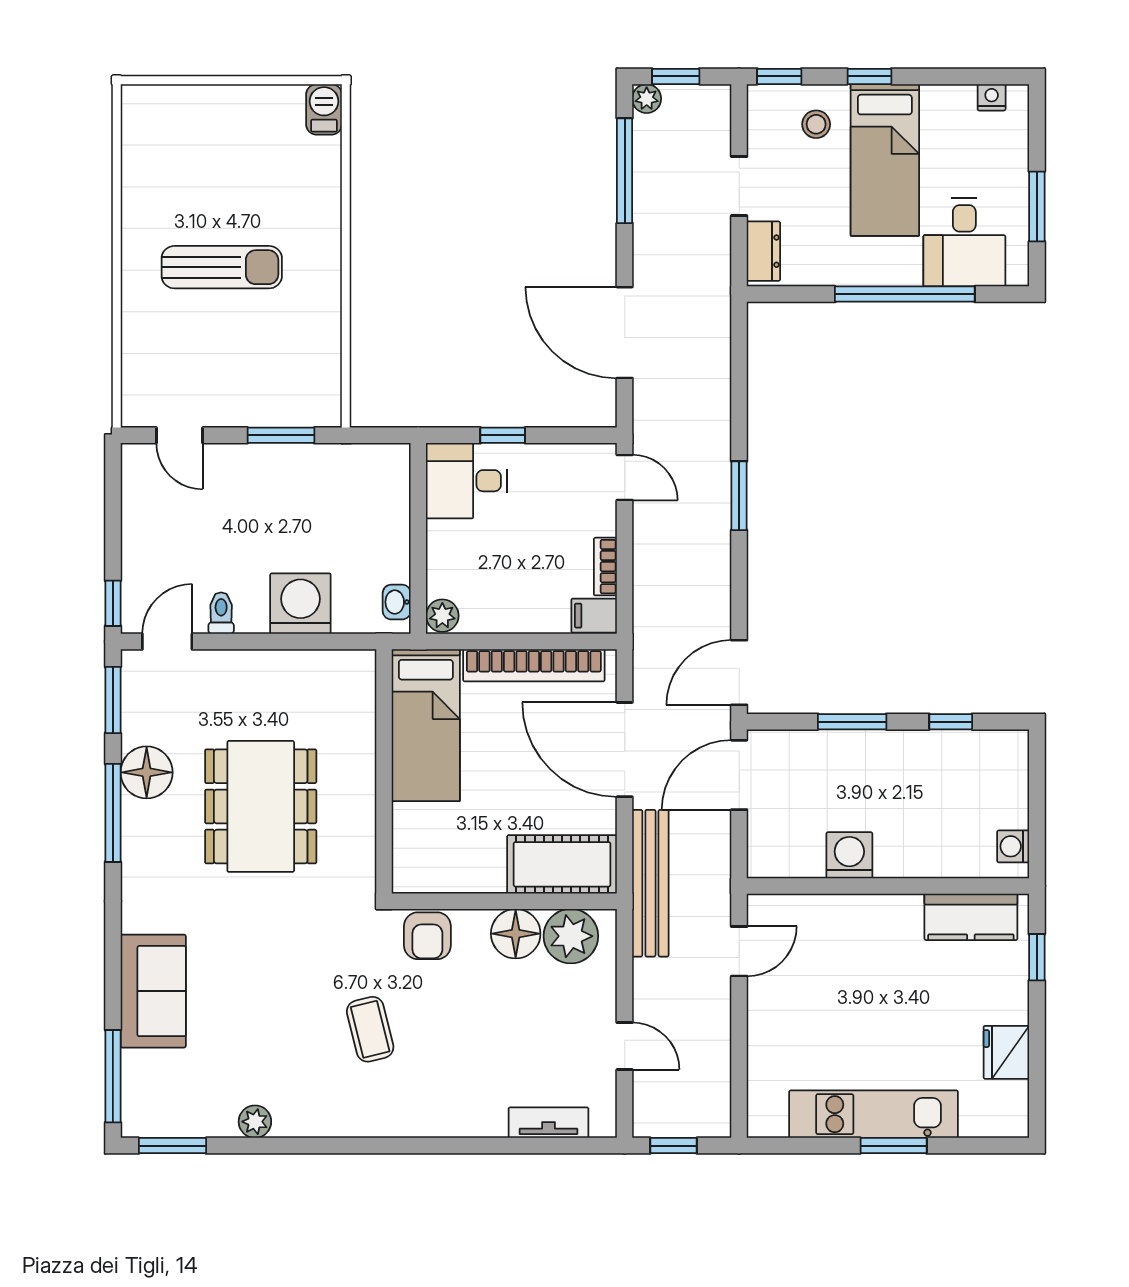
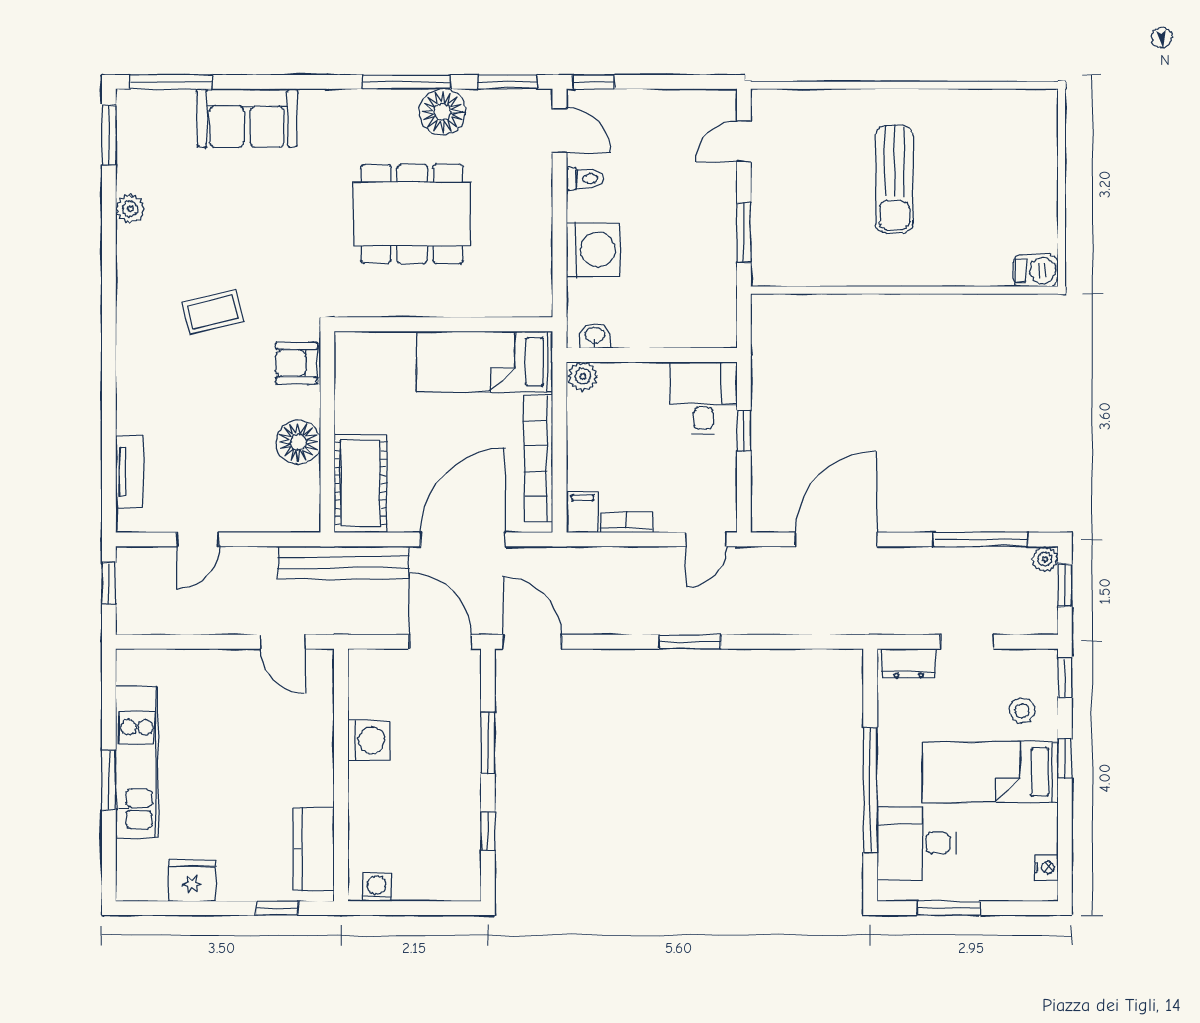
plant: (571, 936) -> (296, 491), removed

